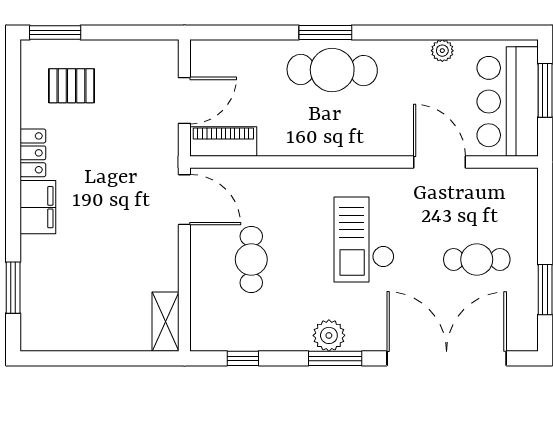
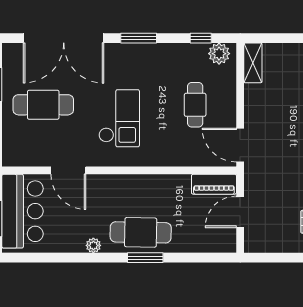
plant: (442, 51) -> (93, 245), moved
cafe table: (477, 259) -> (43, 105), width x1.37, depth x1.35
plant: (329, 335) -> (219, 54), moved

